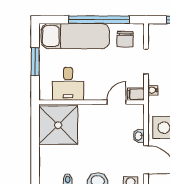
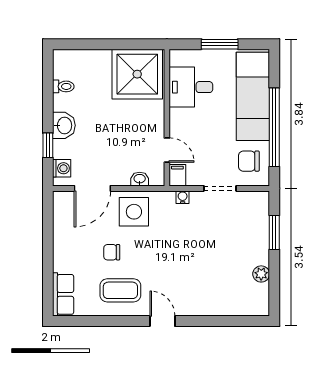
washbasin: (139, 136) -> (140, 179), moved

